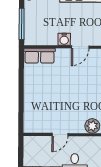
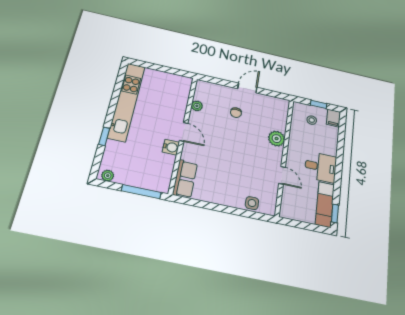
side table: (31, 113) -> (252, 203), added

